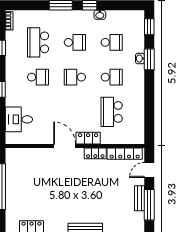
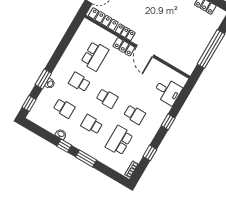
school desk: (38, 42) -> (119, 141), turned 180
school desk: (112, 42) -> (64, 108), turned 180
school desk: (38, 77) -> (135, 114), turned 180

